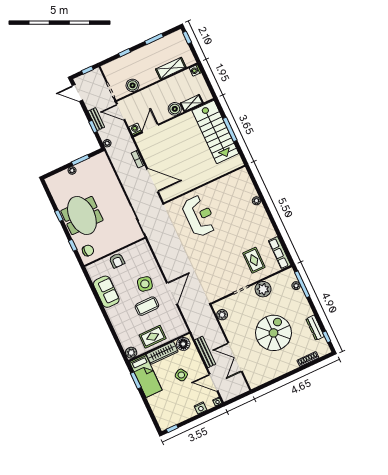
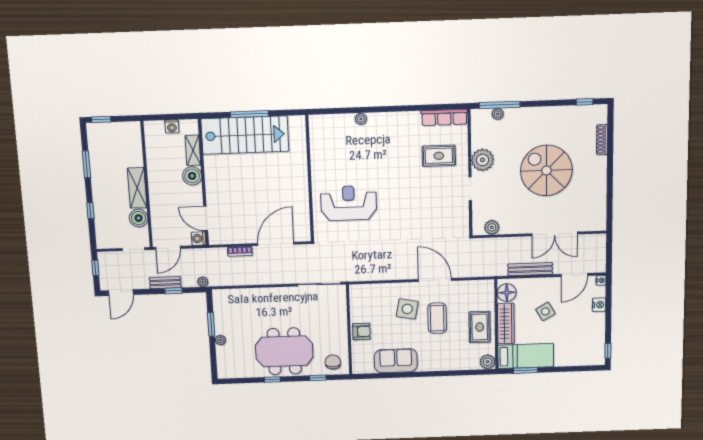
shelving: (171, 68) -> (137, 188), moved
washing machine: (195, 70) -> (172, 126), moved
dresser: (315, 328) -> (565, 112), removed

